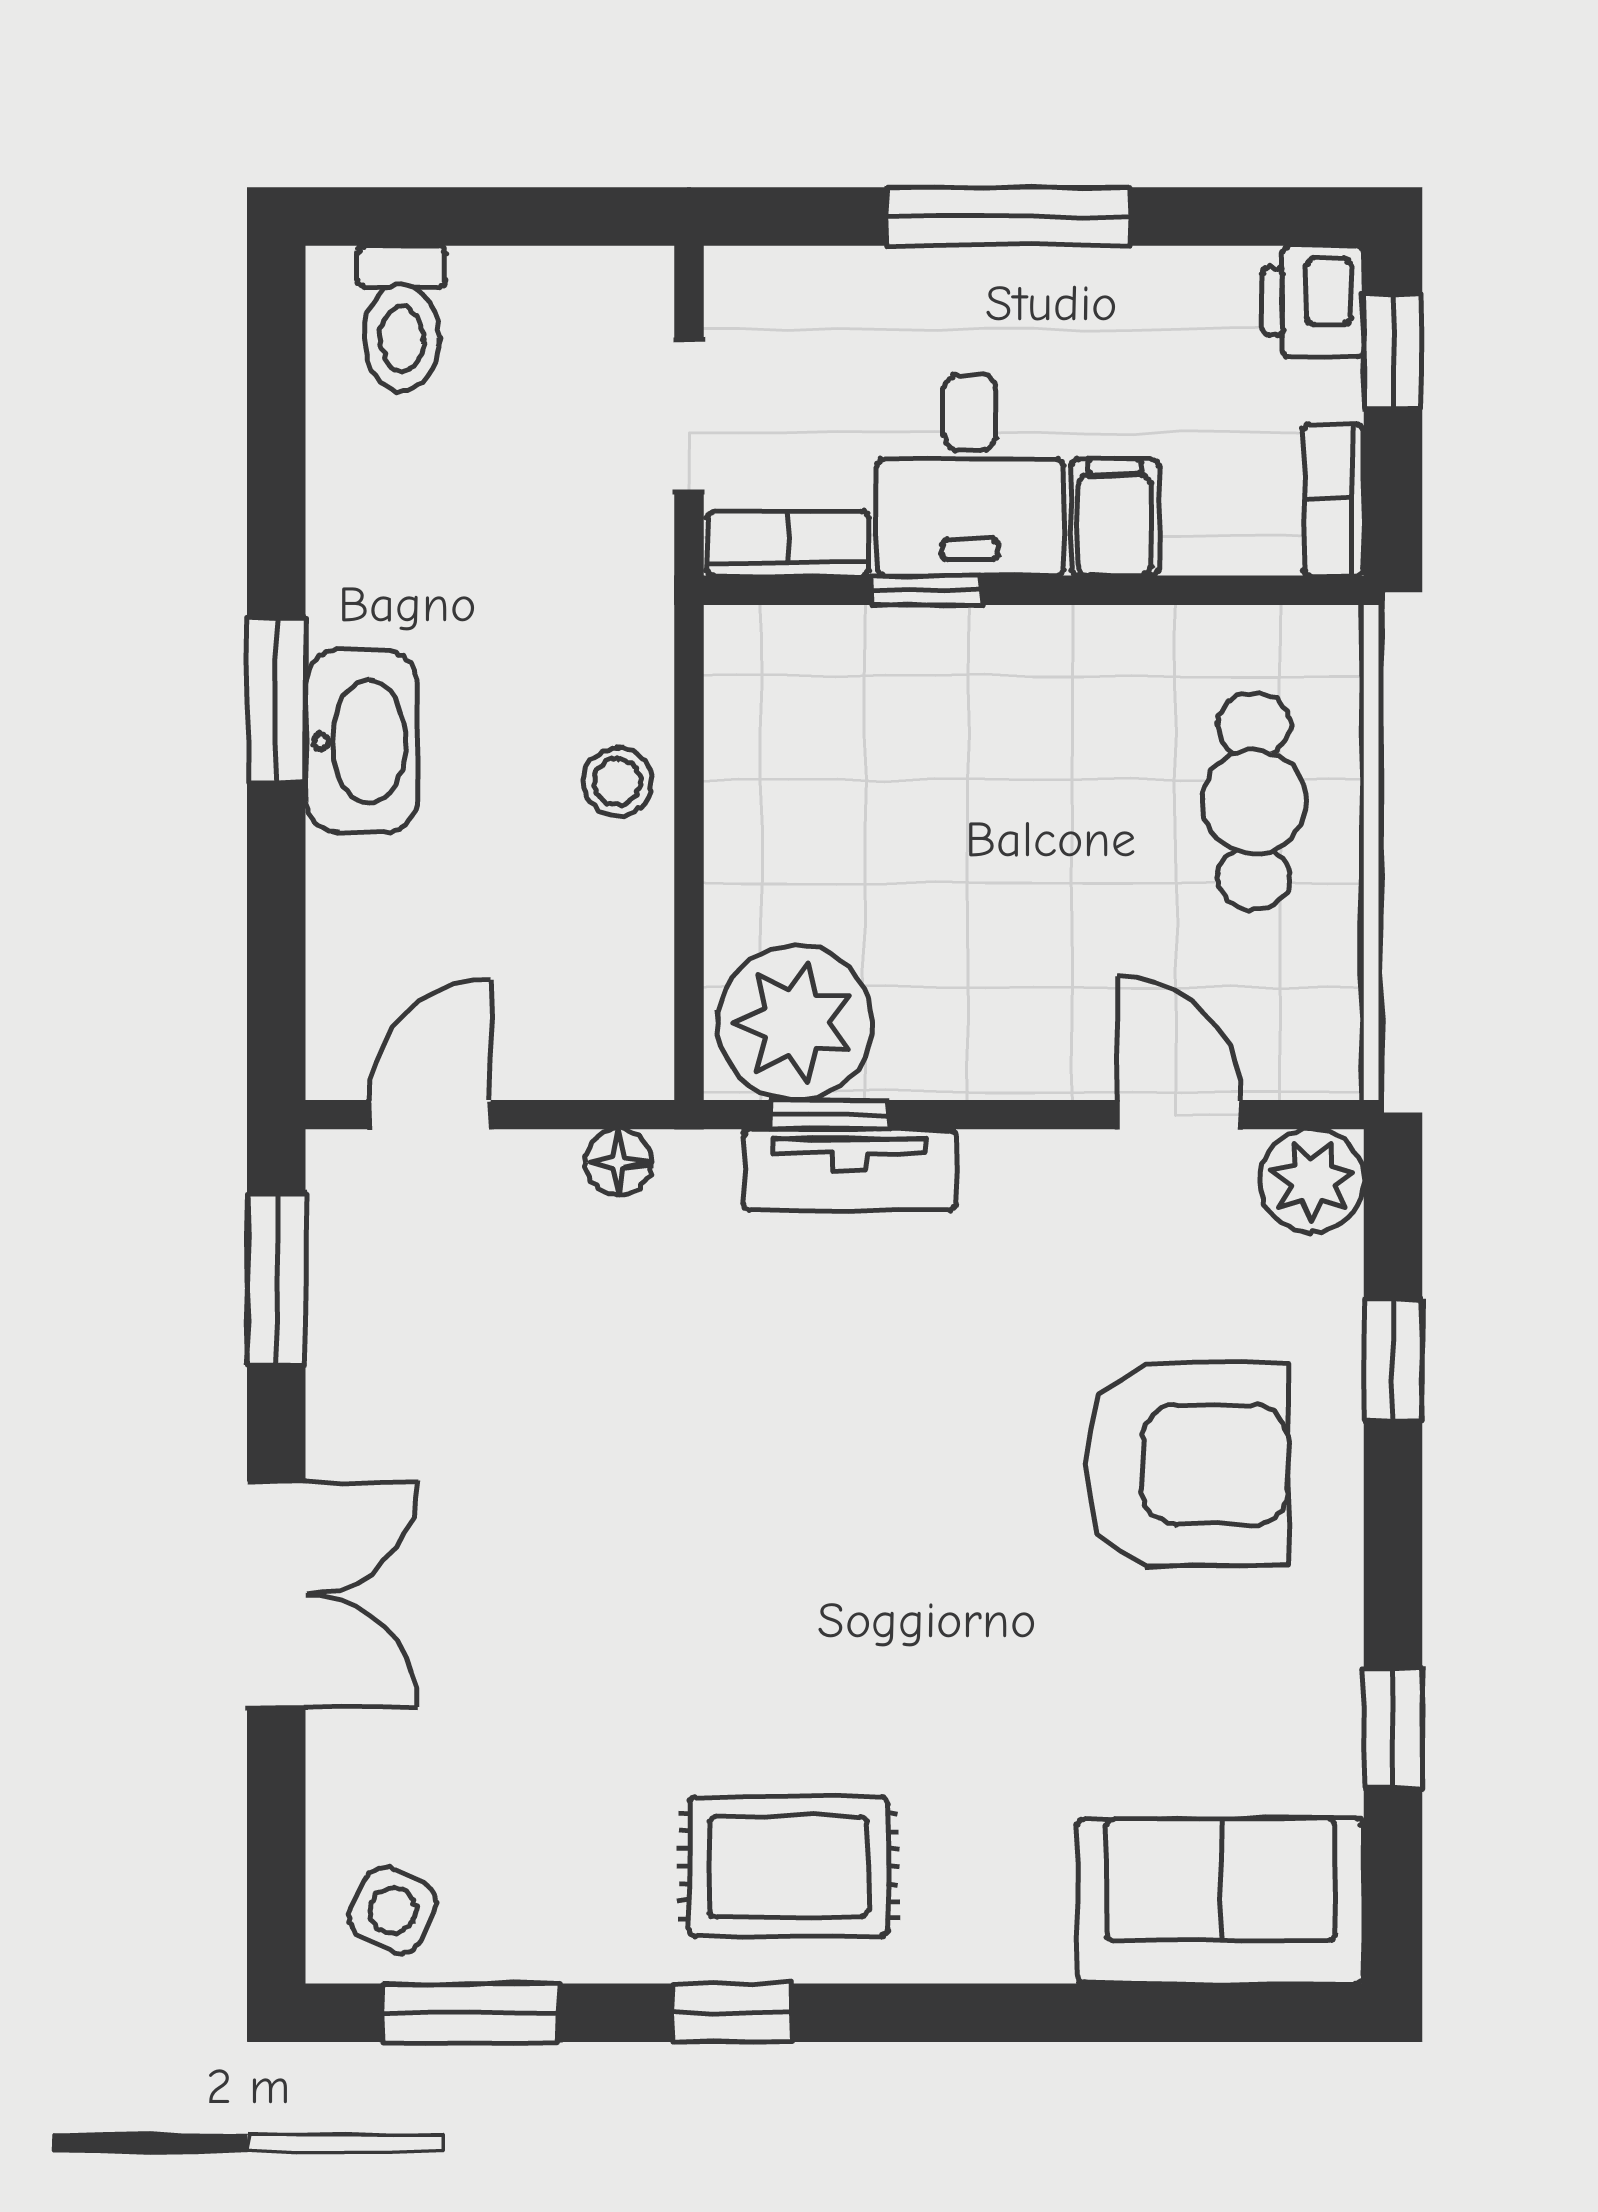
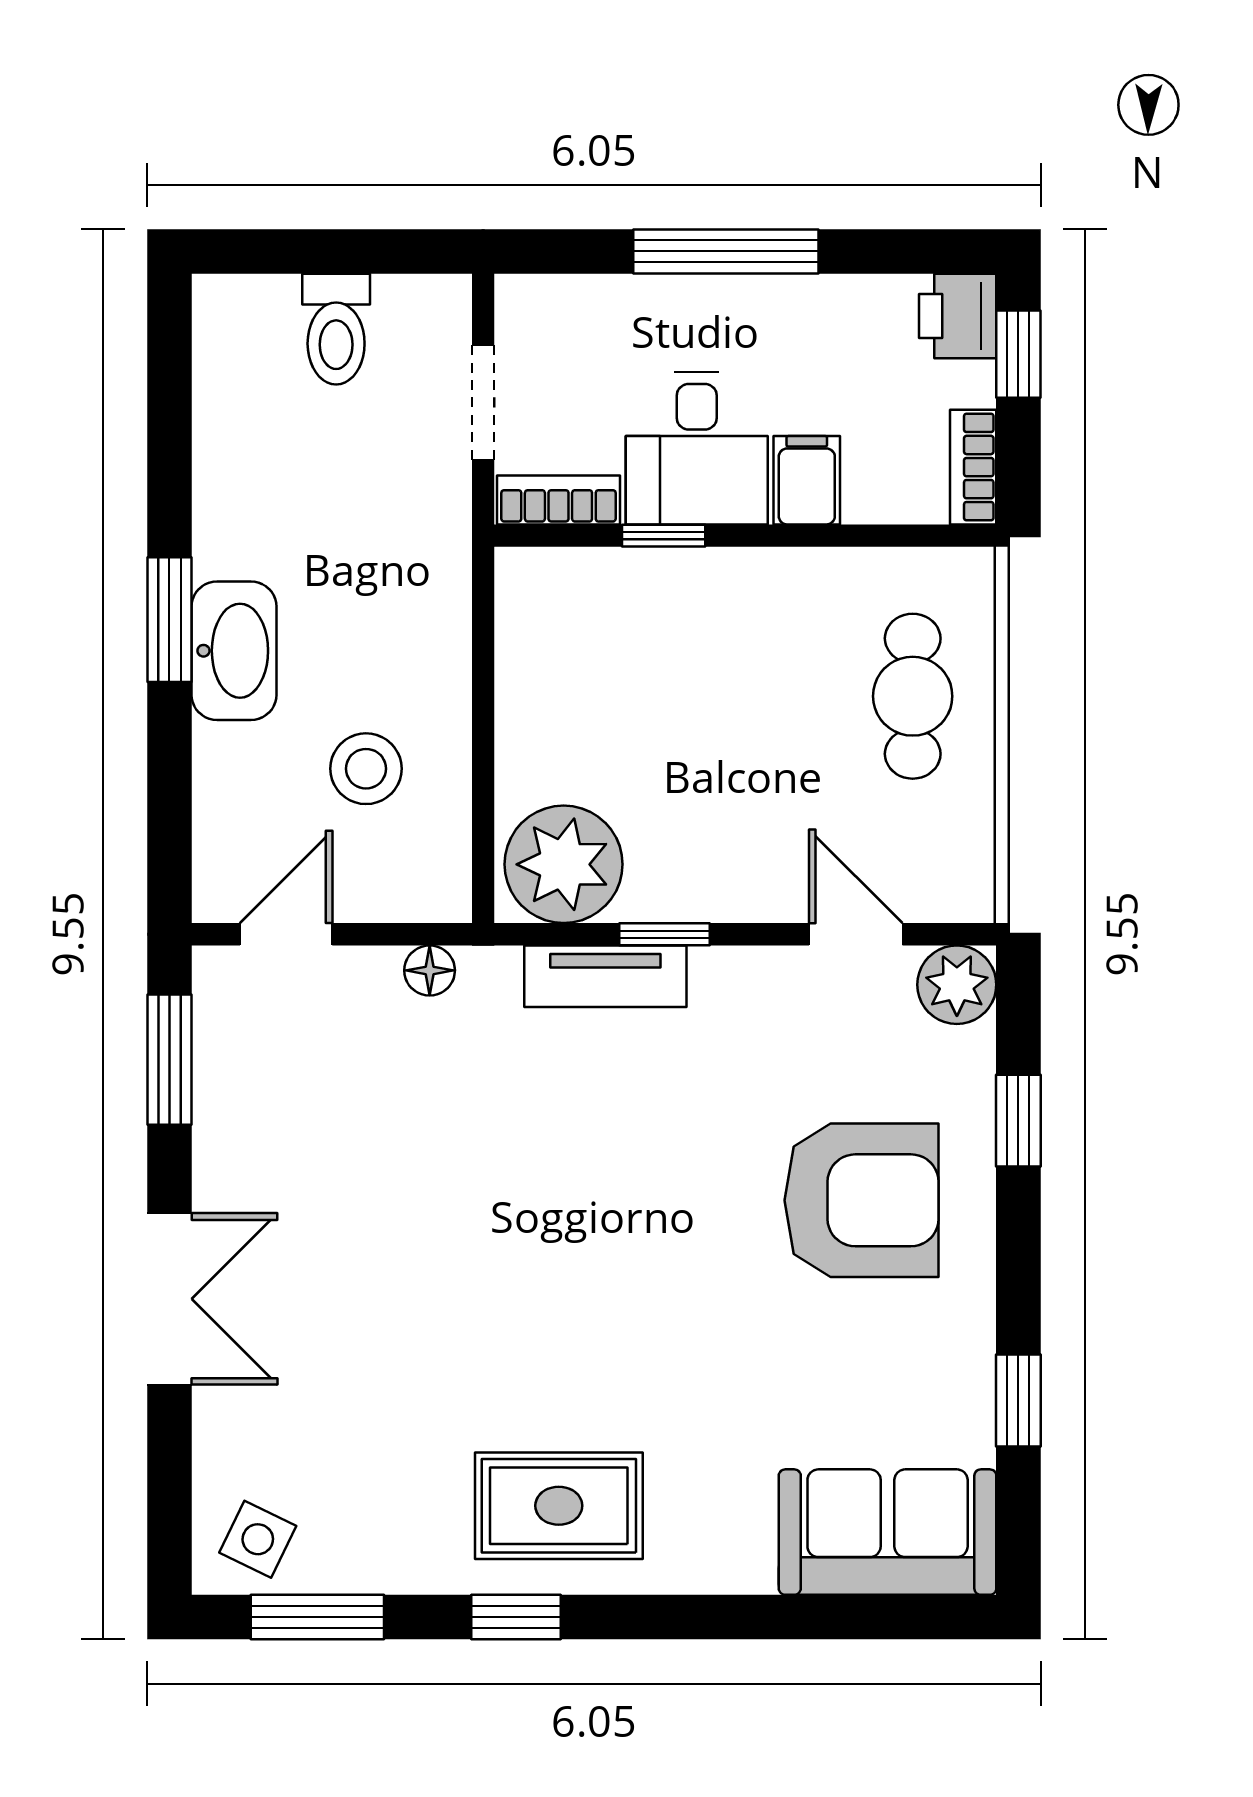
toilet: (402, 319) -> (336, 329), moved
stool: (617, 782) -> (366, 769), moved, width x1.37, depth x1.37
window: (830, 1115) -> (665, 934), moved

